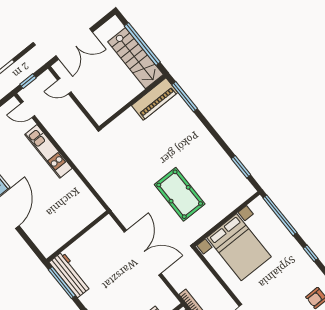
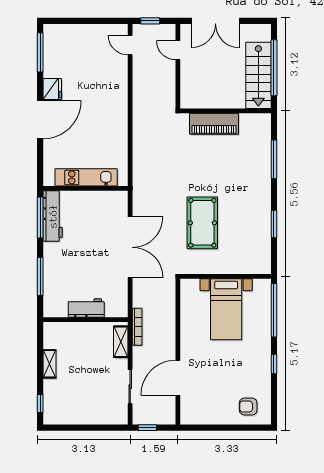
window: (185, 97) -> (274, 159), moved
piano: (155, 99) -> (214, 124), moved
kitchen unit: (48, 151) -> (86, 177), moved, turned 90
window: (241, 167) -> (274, 224), moved
bed with nightstands: (239, 247) -> (226, 309), width x0.73

